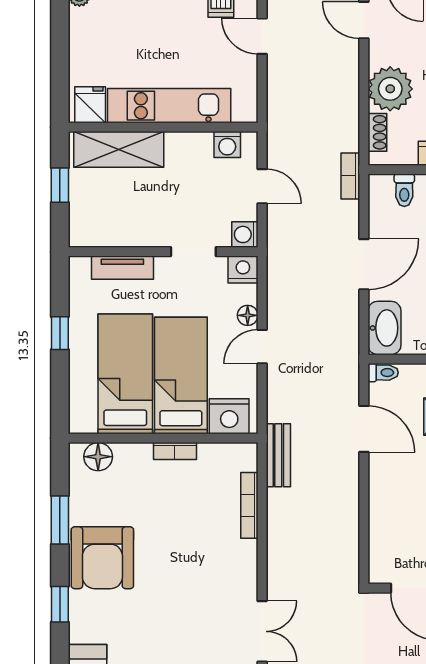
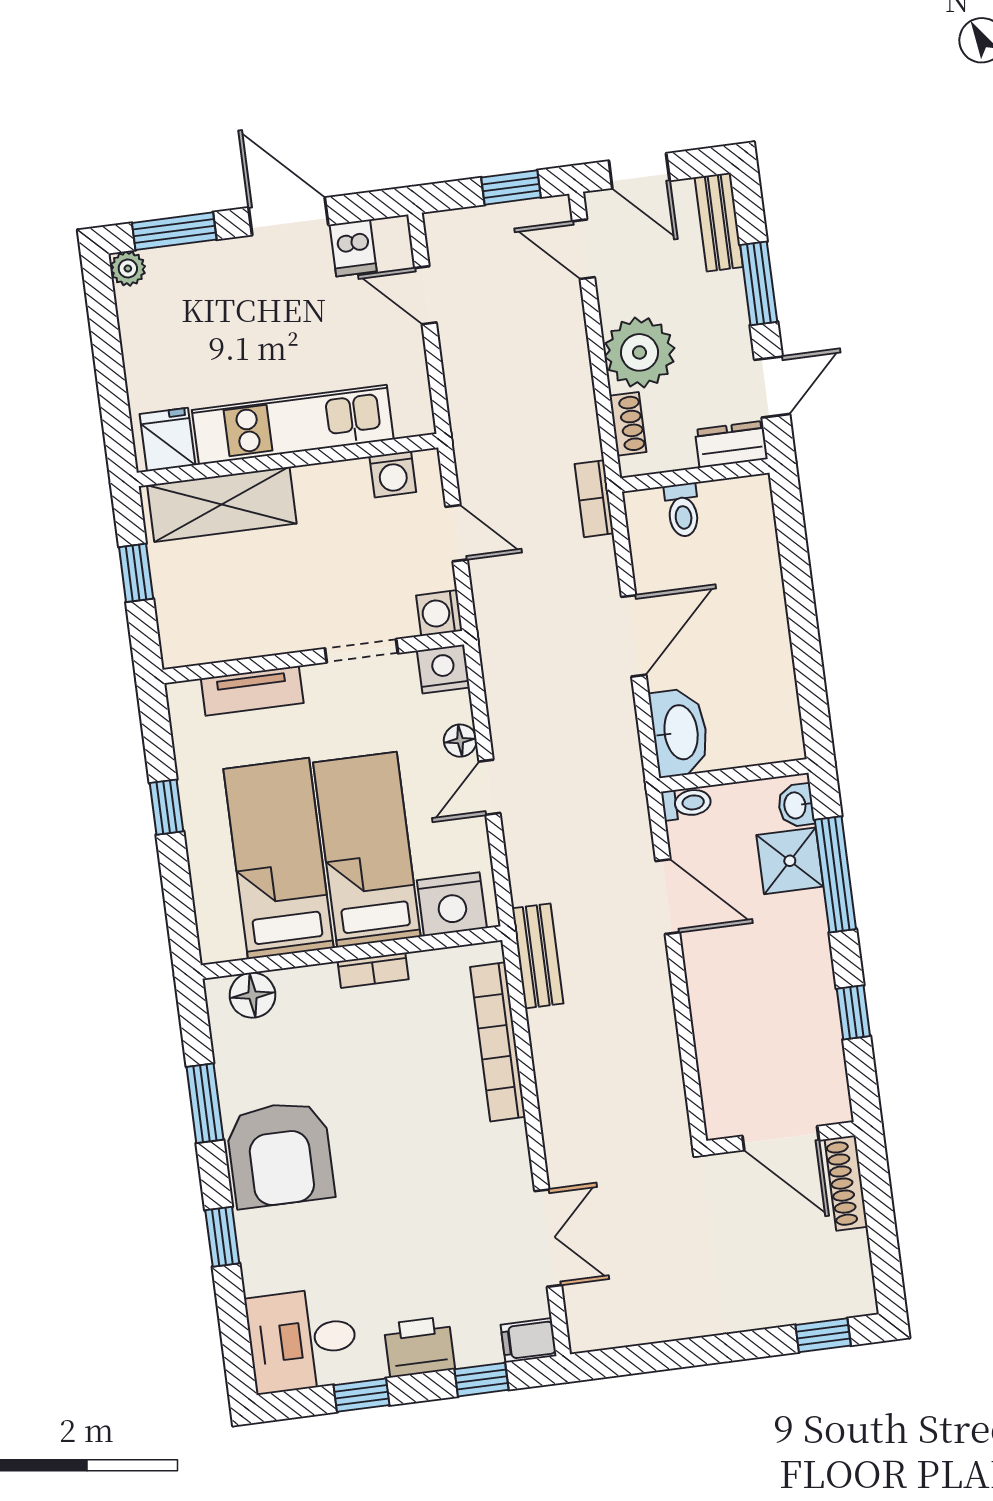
bookcase: (249, 505) -> (498, 1042), width x1.48, depth x1.31

